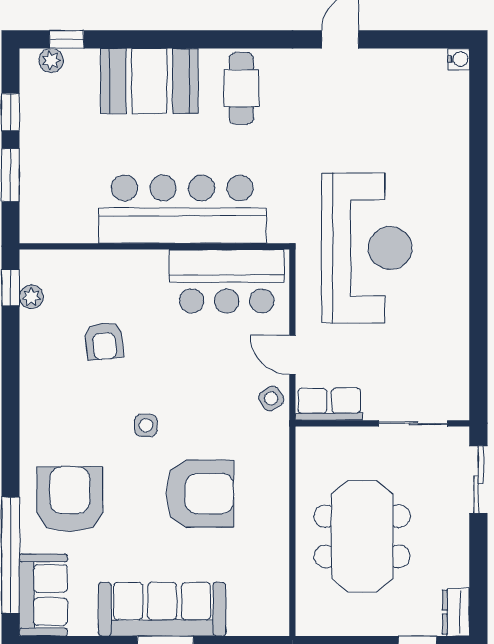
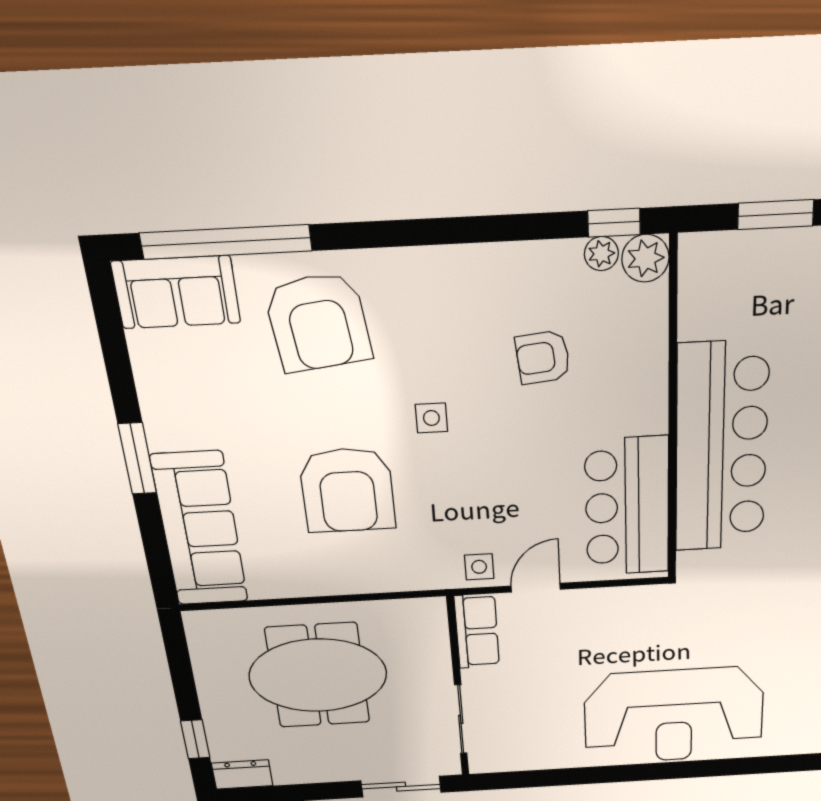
reception desk: (367, 248) -> (674, 716), moved
plant: (36, 266) -> (645, 258), added
side table: (271, 398) -> (479, 567), turned 32
armchair: (70, 499) -> (318, 322), turned 83
sofa: (162, 609) -> (200, 529), moved

